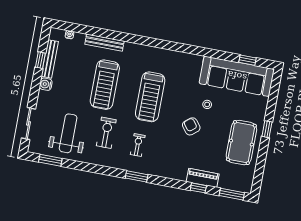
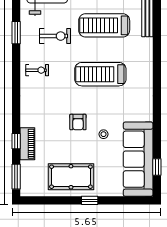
armchair: (191, 126) -> (78, 122), turned 128
exercise bike: (138, 145) -> (37, 70), moved
window: (137, 176) -> (16, 33), moved

